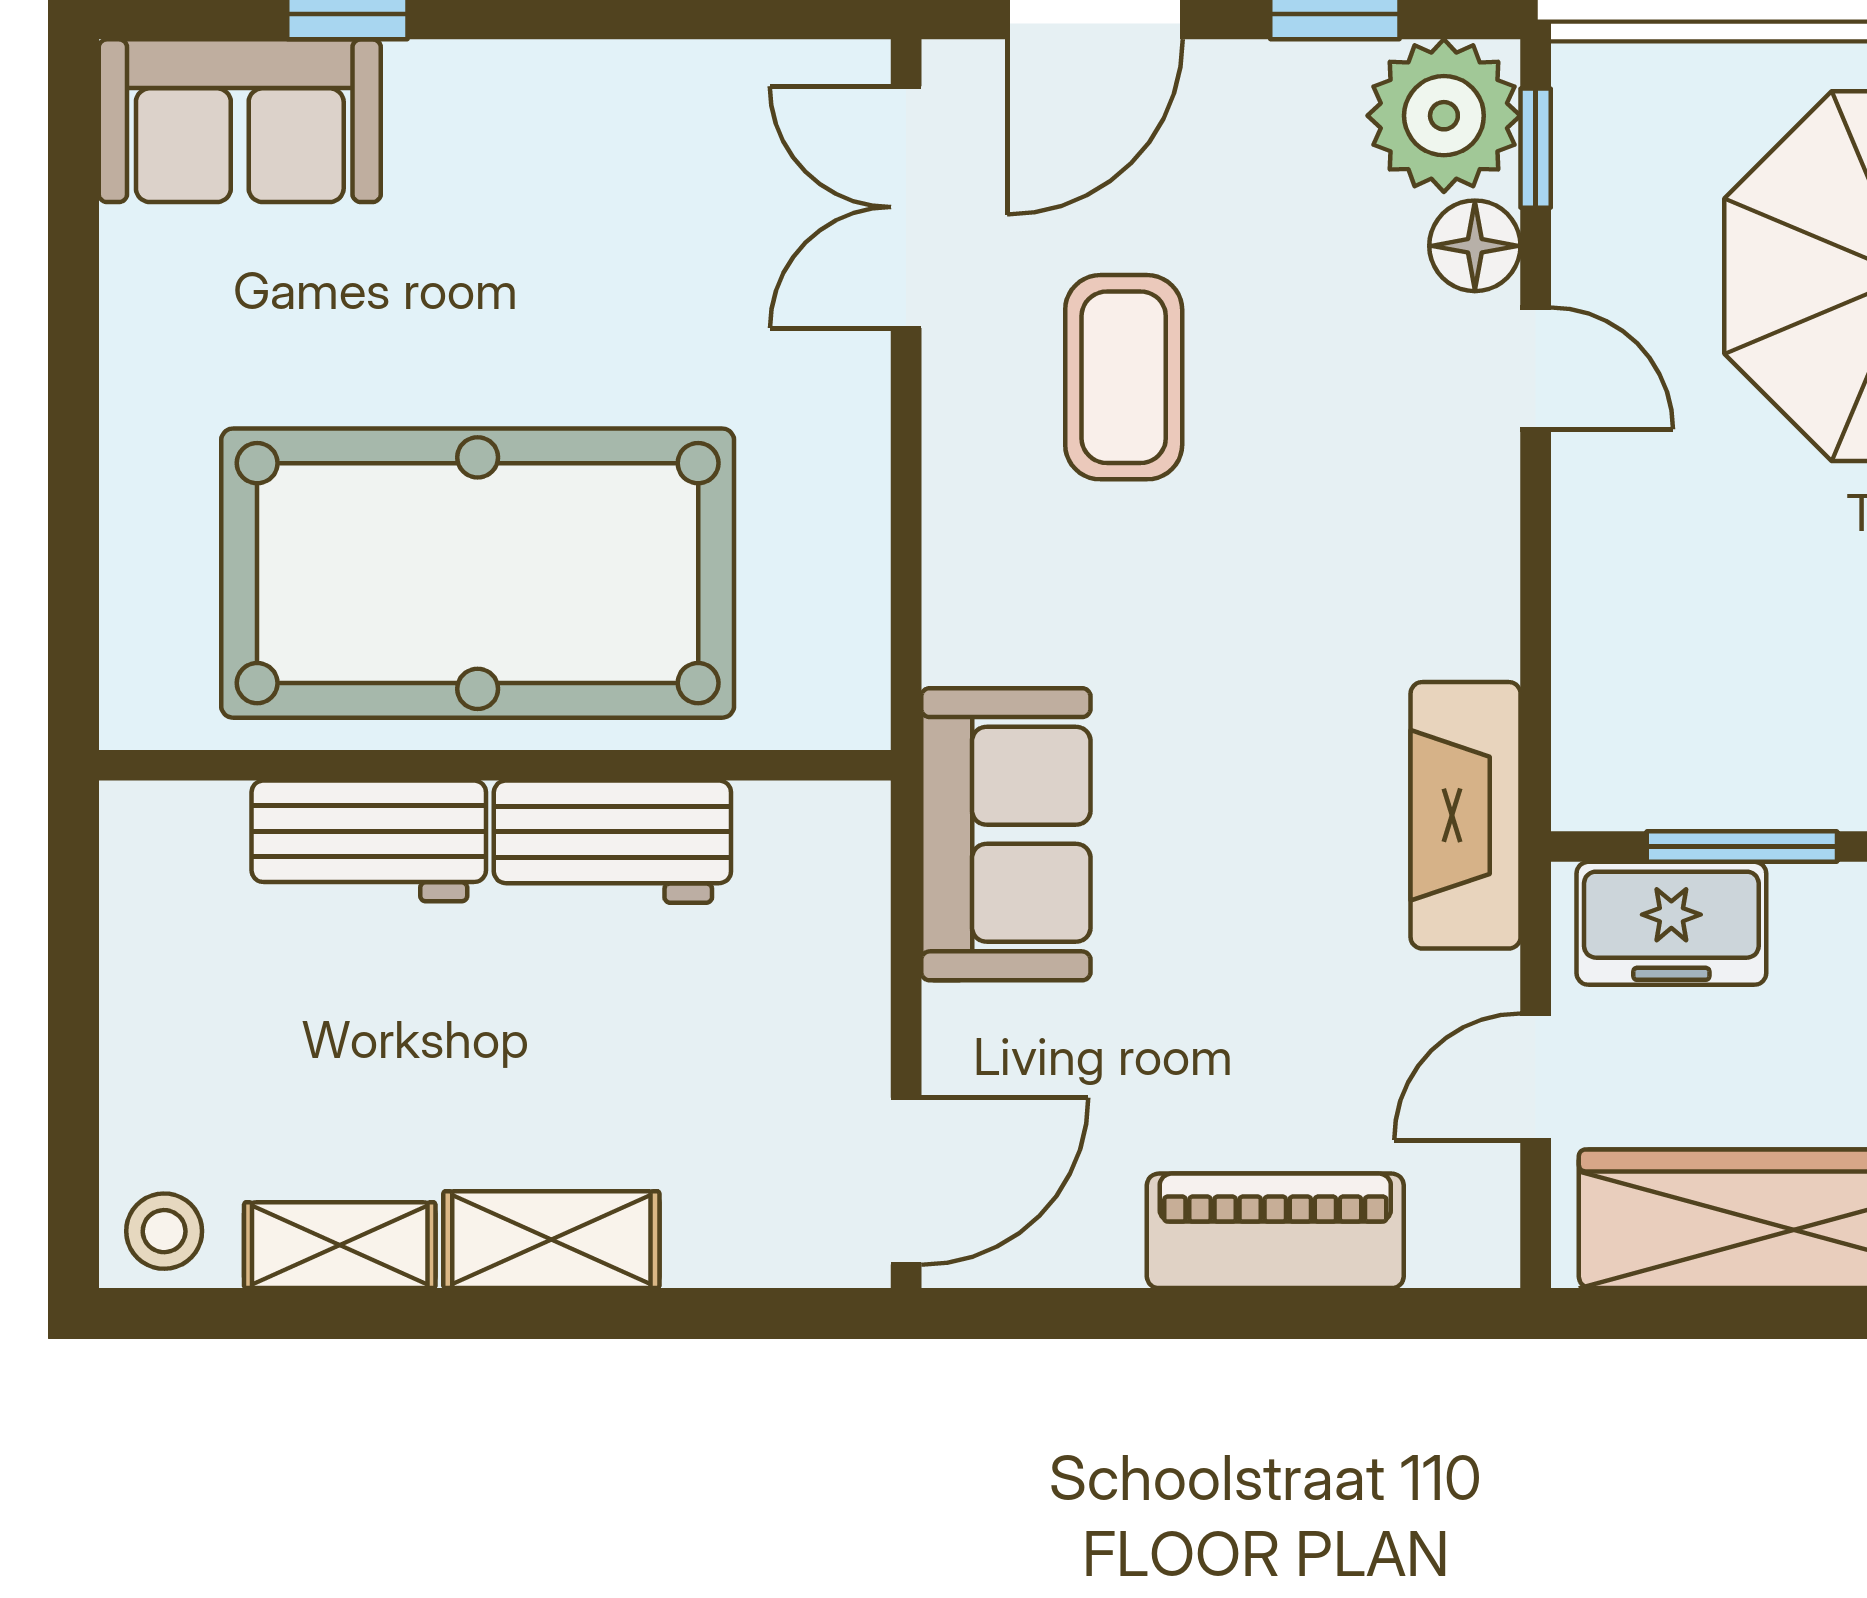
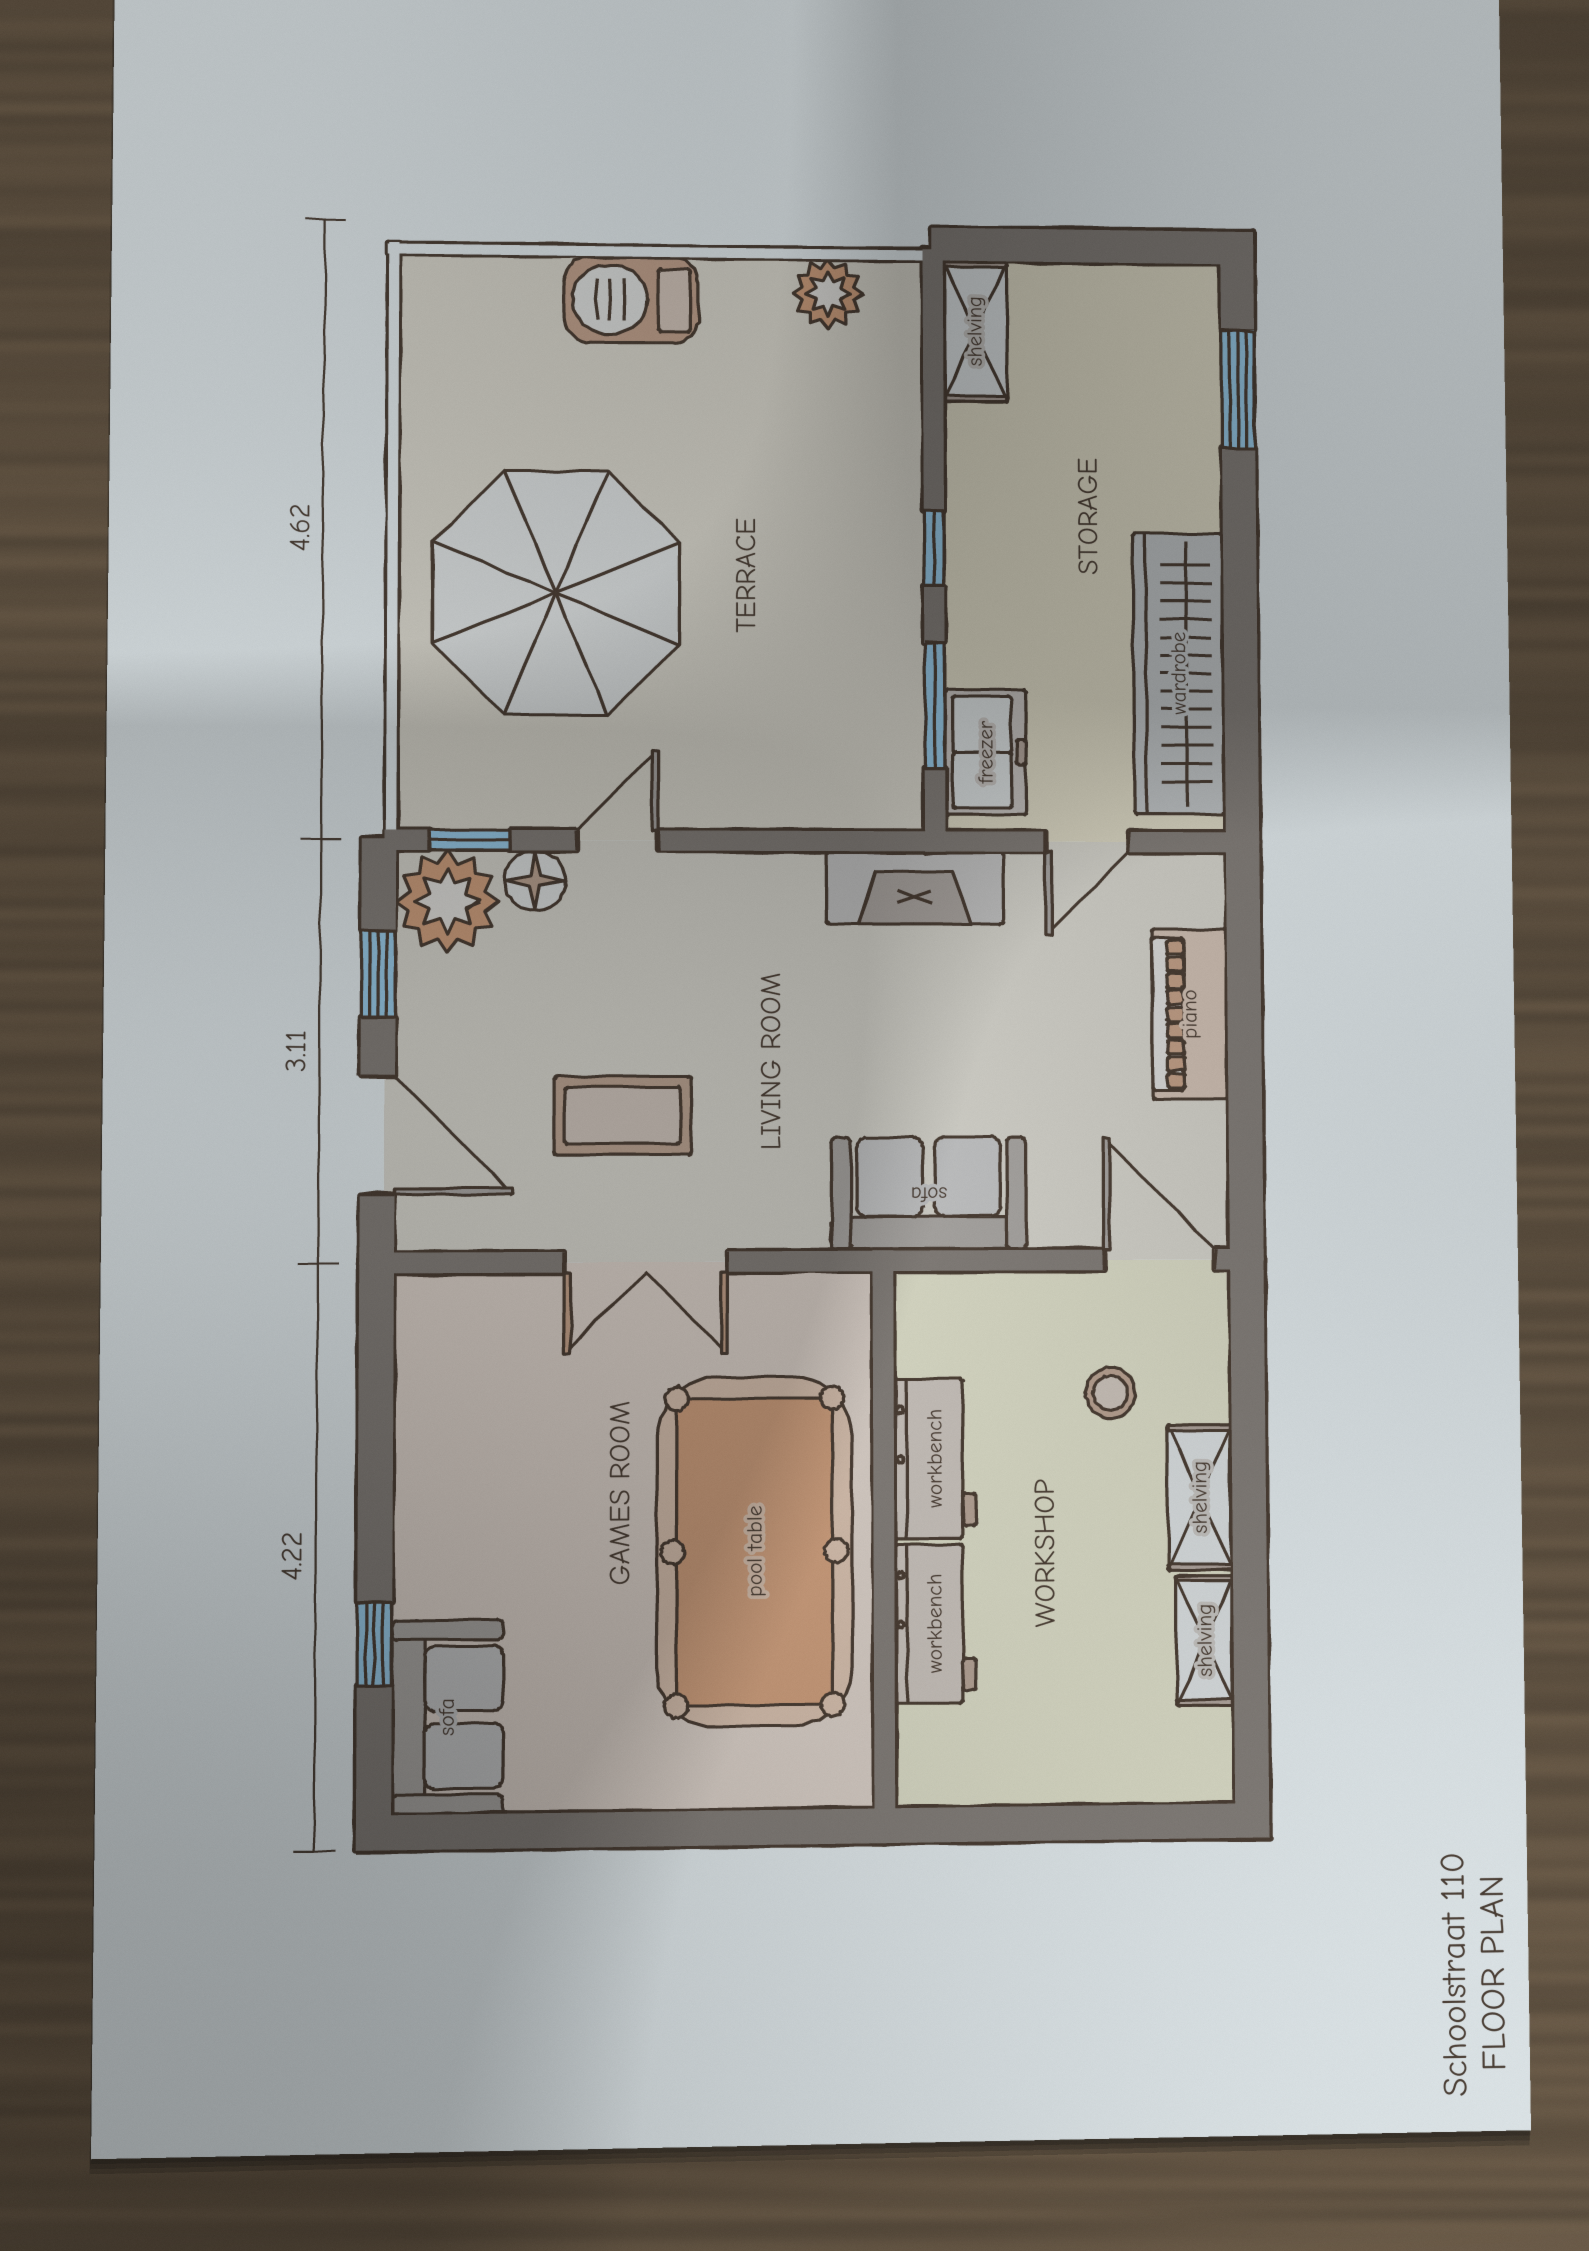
double door: (906, 207) -> (646, 1262), moved
door: (1536, 1077) -> (1087, 842), hinge flipped
stool: (164, 1231) -> (1111, 1393), moved

